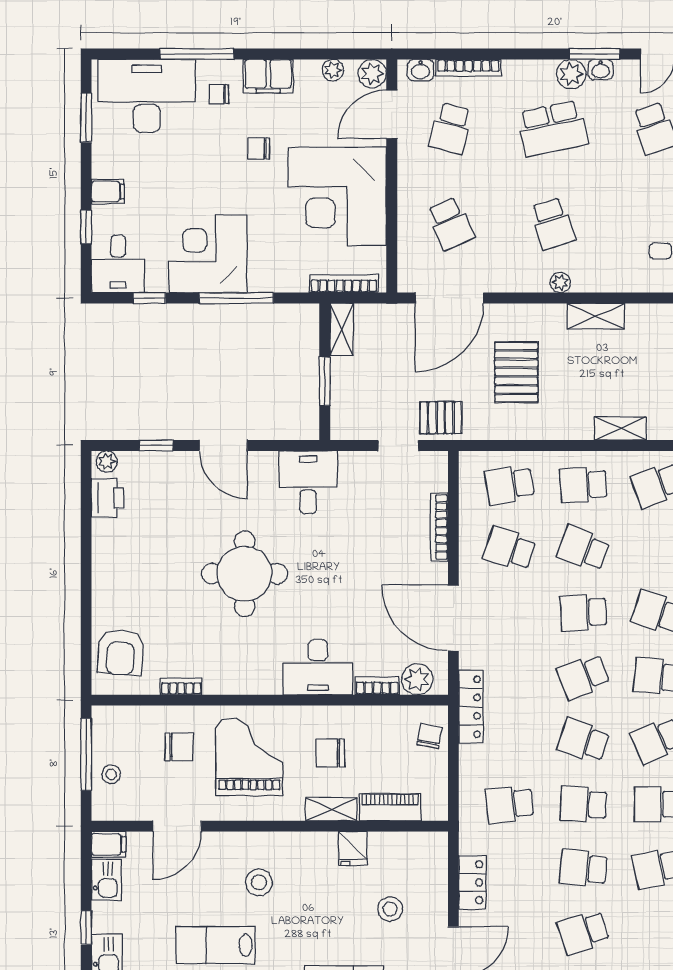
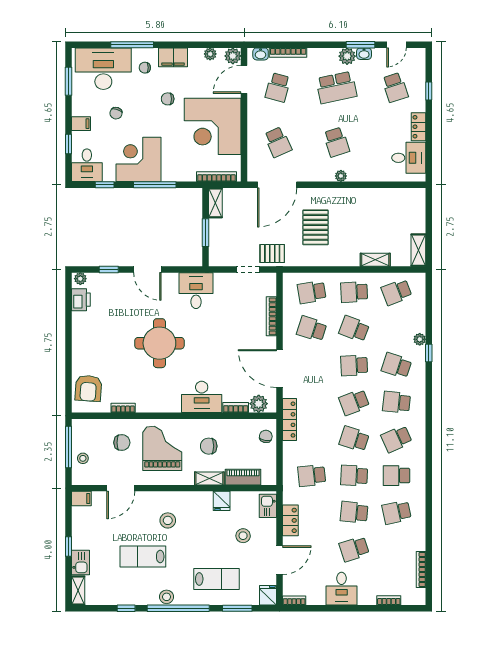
chair: (169, 173) -> (116, 113), added
shelving: (596, 316) -> (361, 195), removed
kitchen sink: (106, 880) -> (268, 506), moved, turned 180

